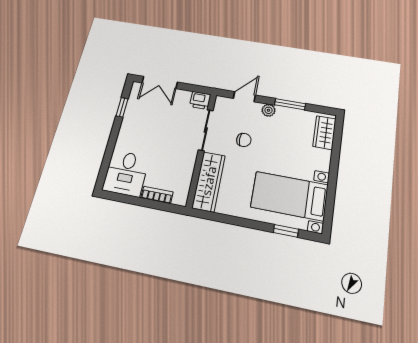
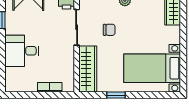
desk: (126, 173) -> (22, 51), moved, turned 90
window: (286, 231) -> (116, 95), moved

